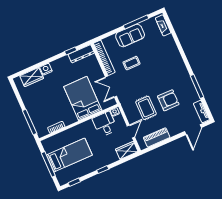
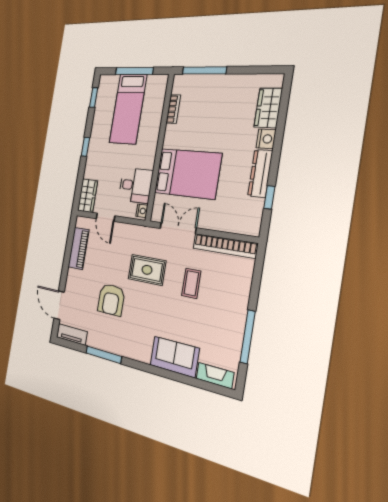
sofa: (130, 36) -> (174, 357), moved, turned 90
dresser: (81, 54) -> (260, 173), moved
rug: (146, 108) -> (147, 270), moved

